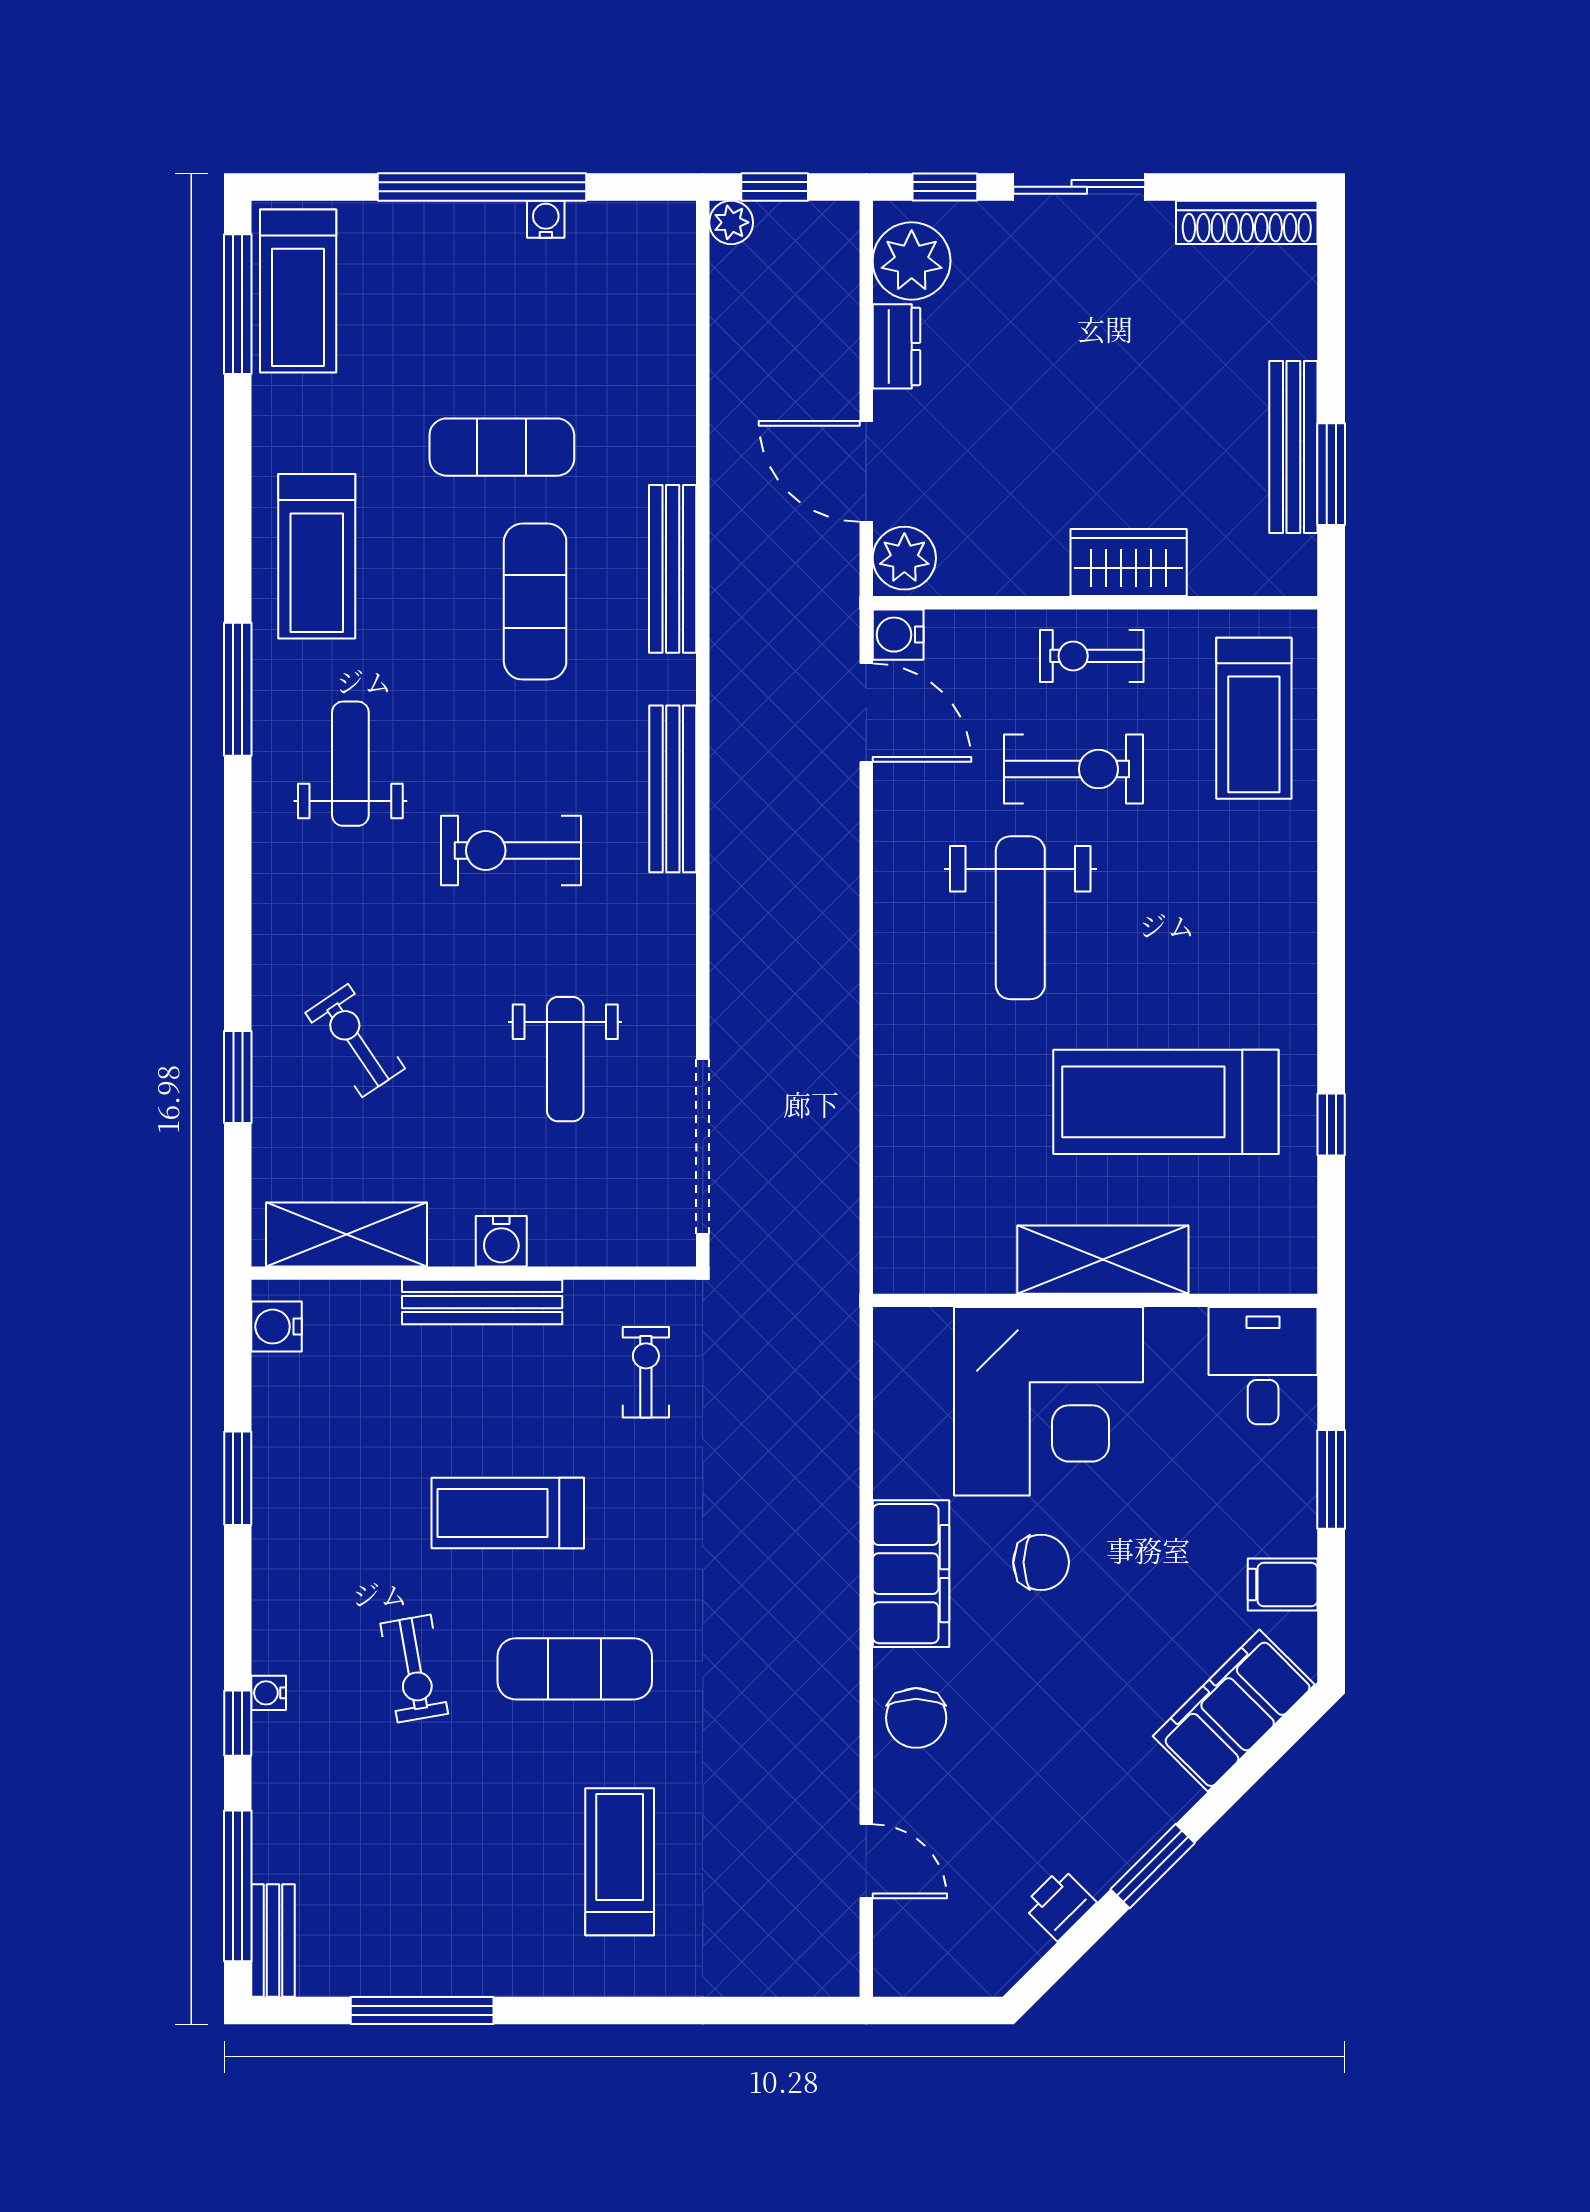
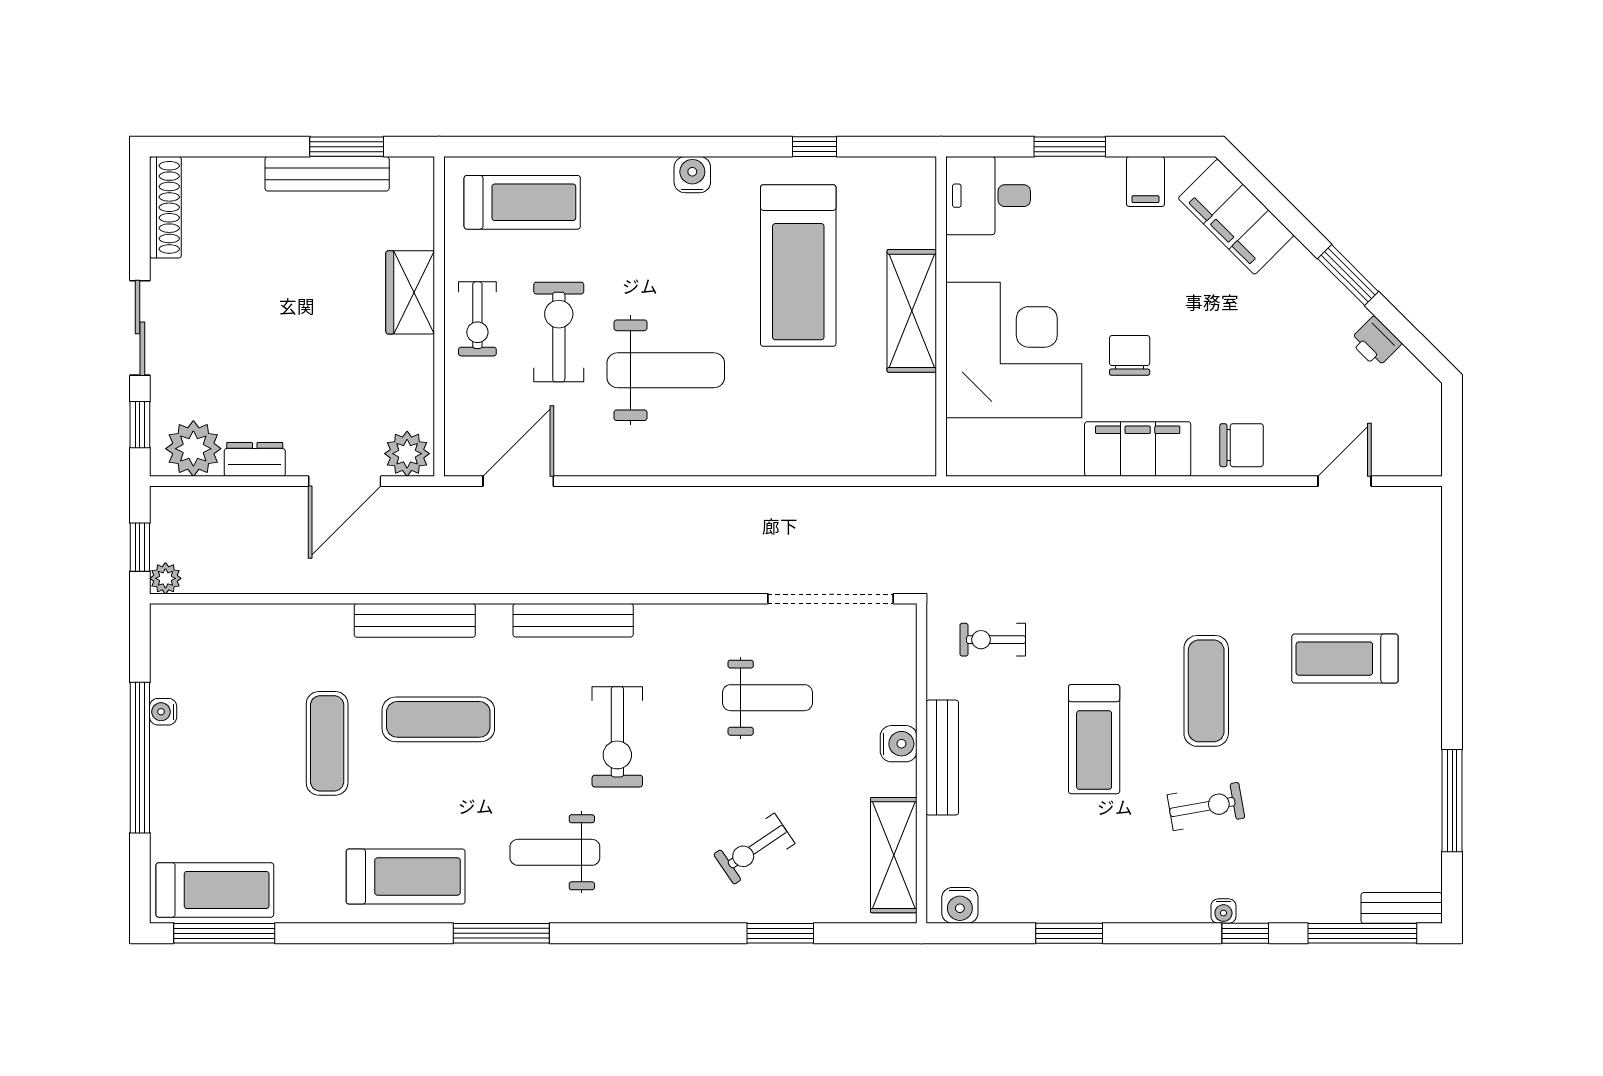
water cooler: (898, 635) -> (692, 175), moved, turned 180

